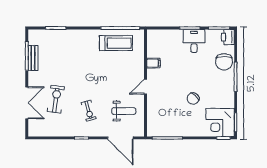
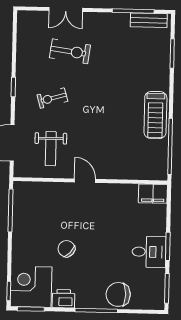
printer: (228, 37) -> (63, 299), moved
treadmill: (116, 43) -> (155, 115), moved
bench: (33, 58) -> (149, 20), moved
filing cabinet: (153, 63) -> (153, 194), moved, width x2.00
double door: (27, 103) -> (66, 9), width x0.73

